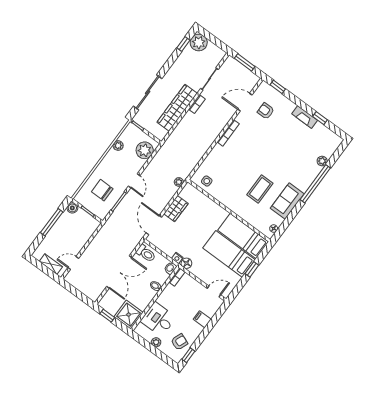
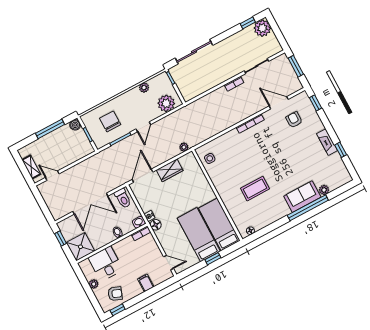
wardrobe: (177, 108) -> (214, 78), removed
sofa: (287, 201) -> (302, 197), moved

